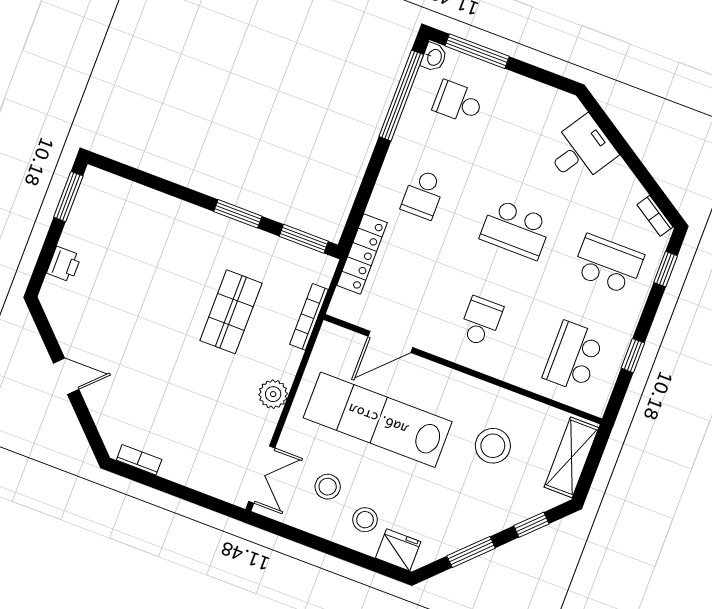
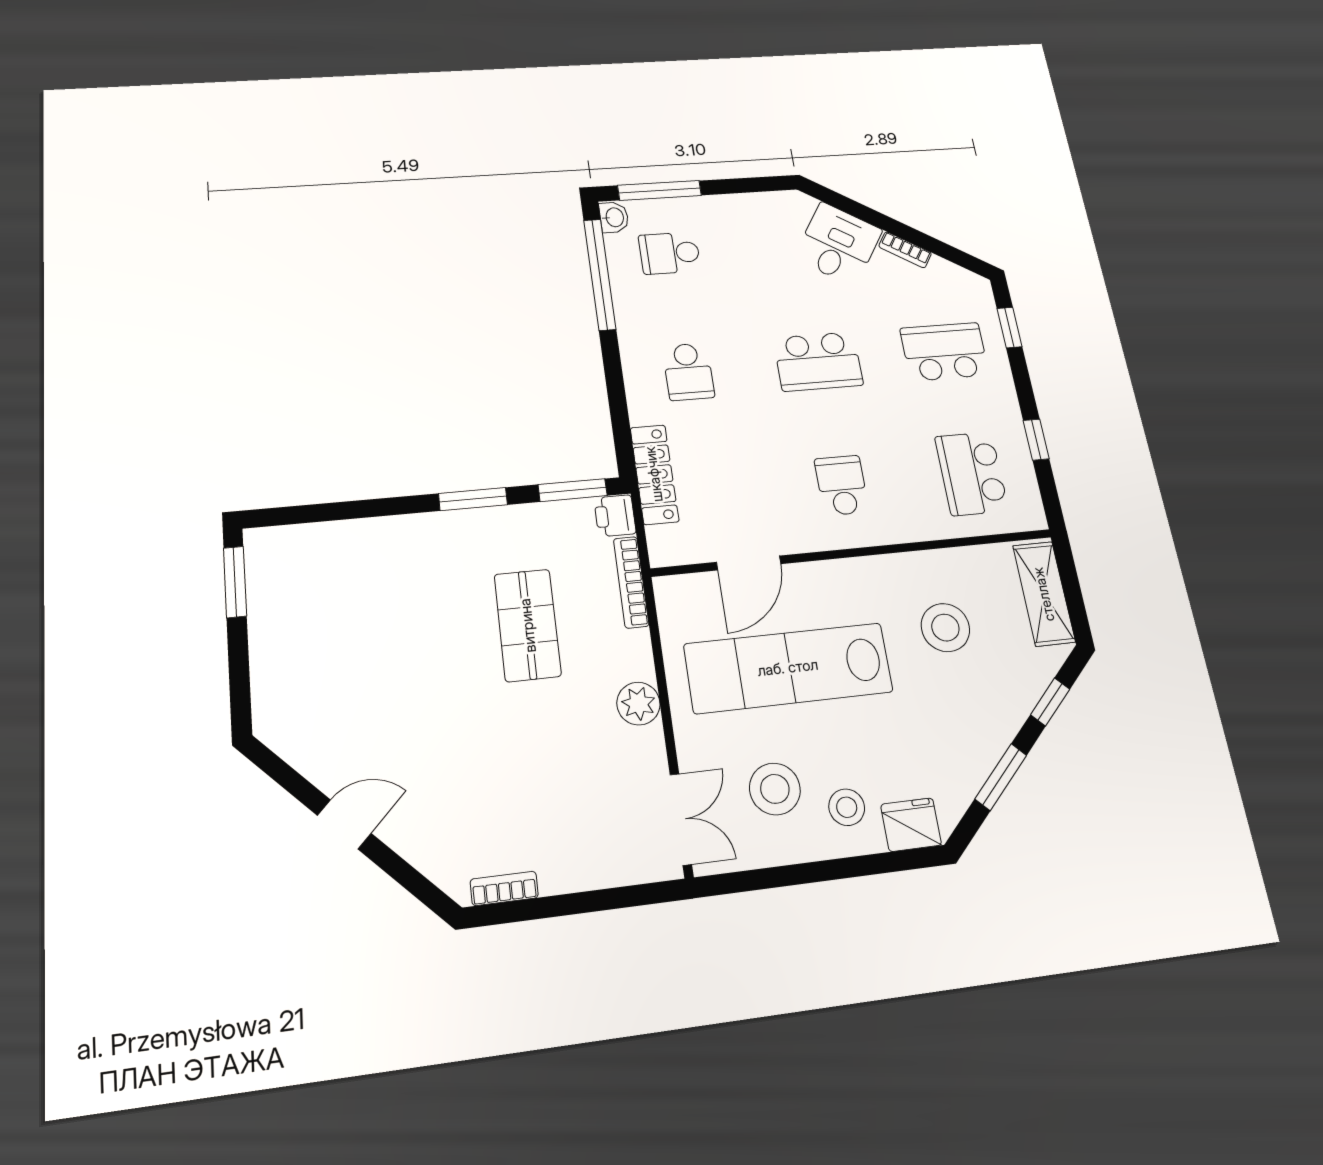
bookcase: (655, 216) -> (905, 250), moved
printer: (64, 264) -> (615, 516), moved, turned 180
stool: (328, 487) -> (775, 789), width x1.38, depth x1.38

